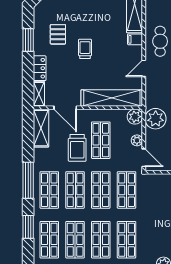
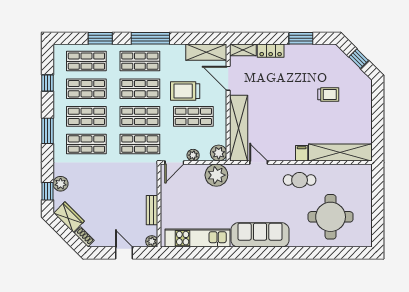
pallet: (58, 34) -> (307, 70), removed
trolley: (85, 49) -> (328, 94), moved
door: (144, 68) -> (259, 163), moved
door: (65, 108) -> (228, 78), hinge flipped

